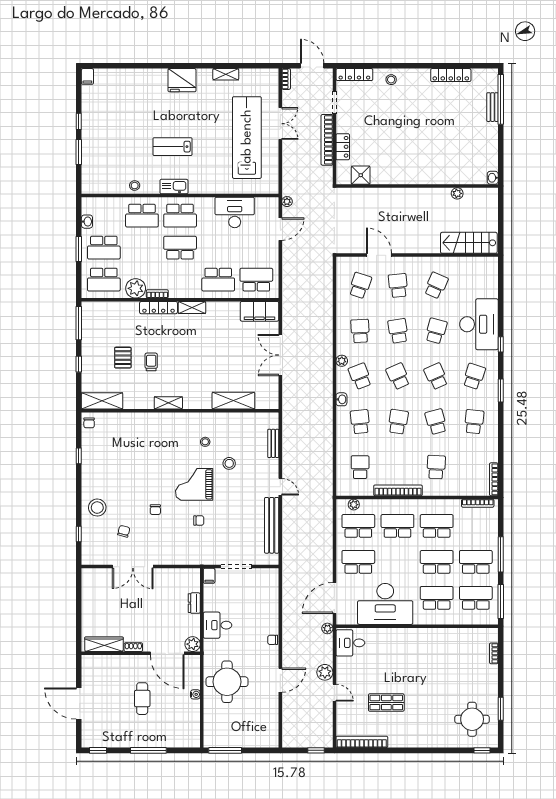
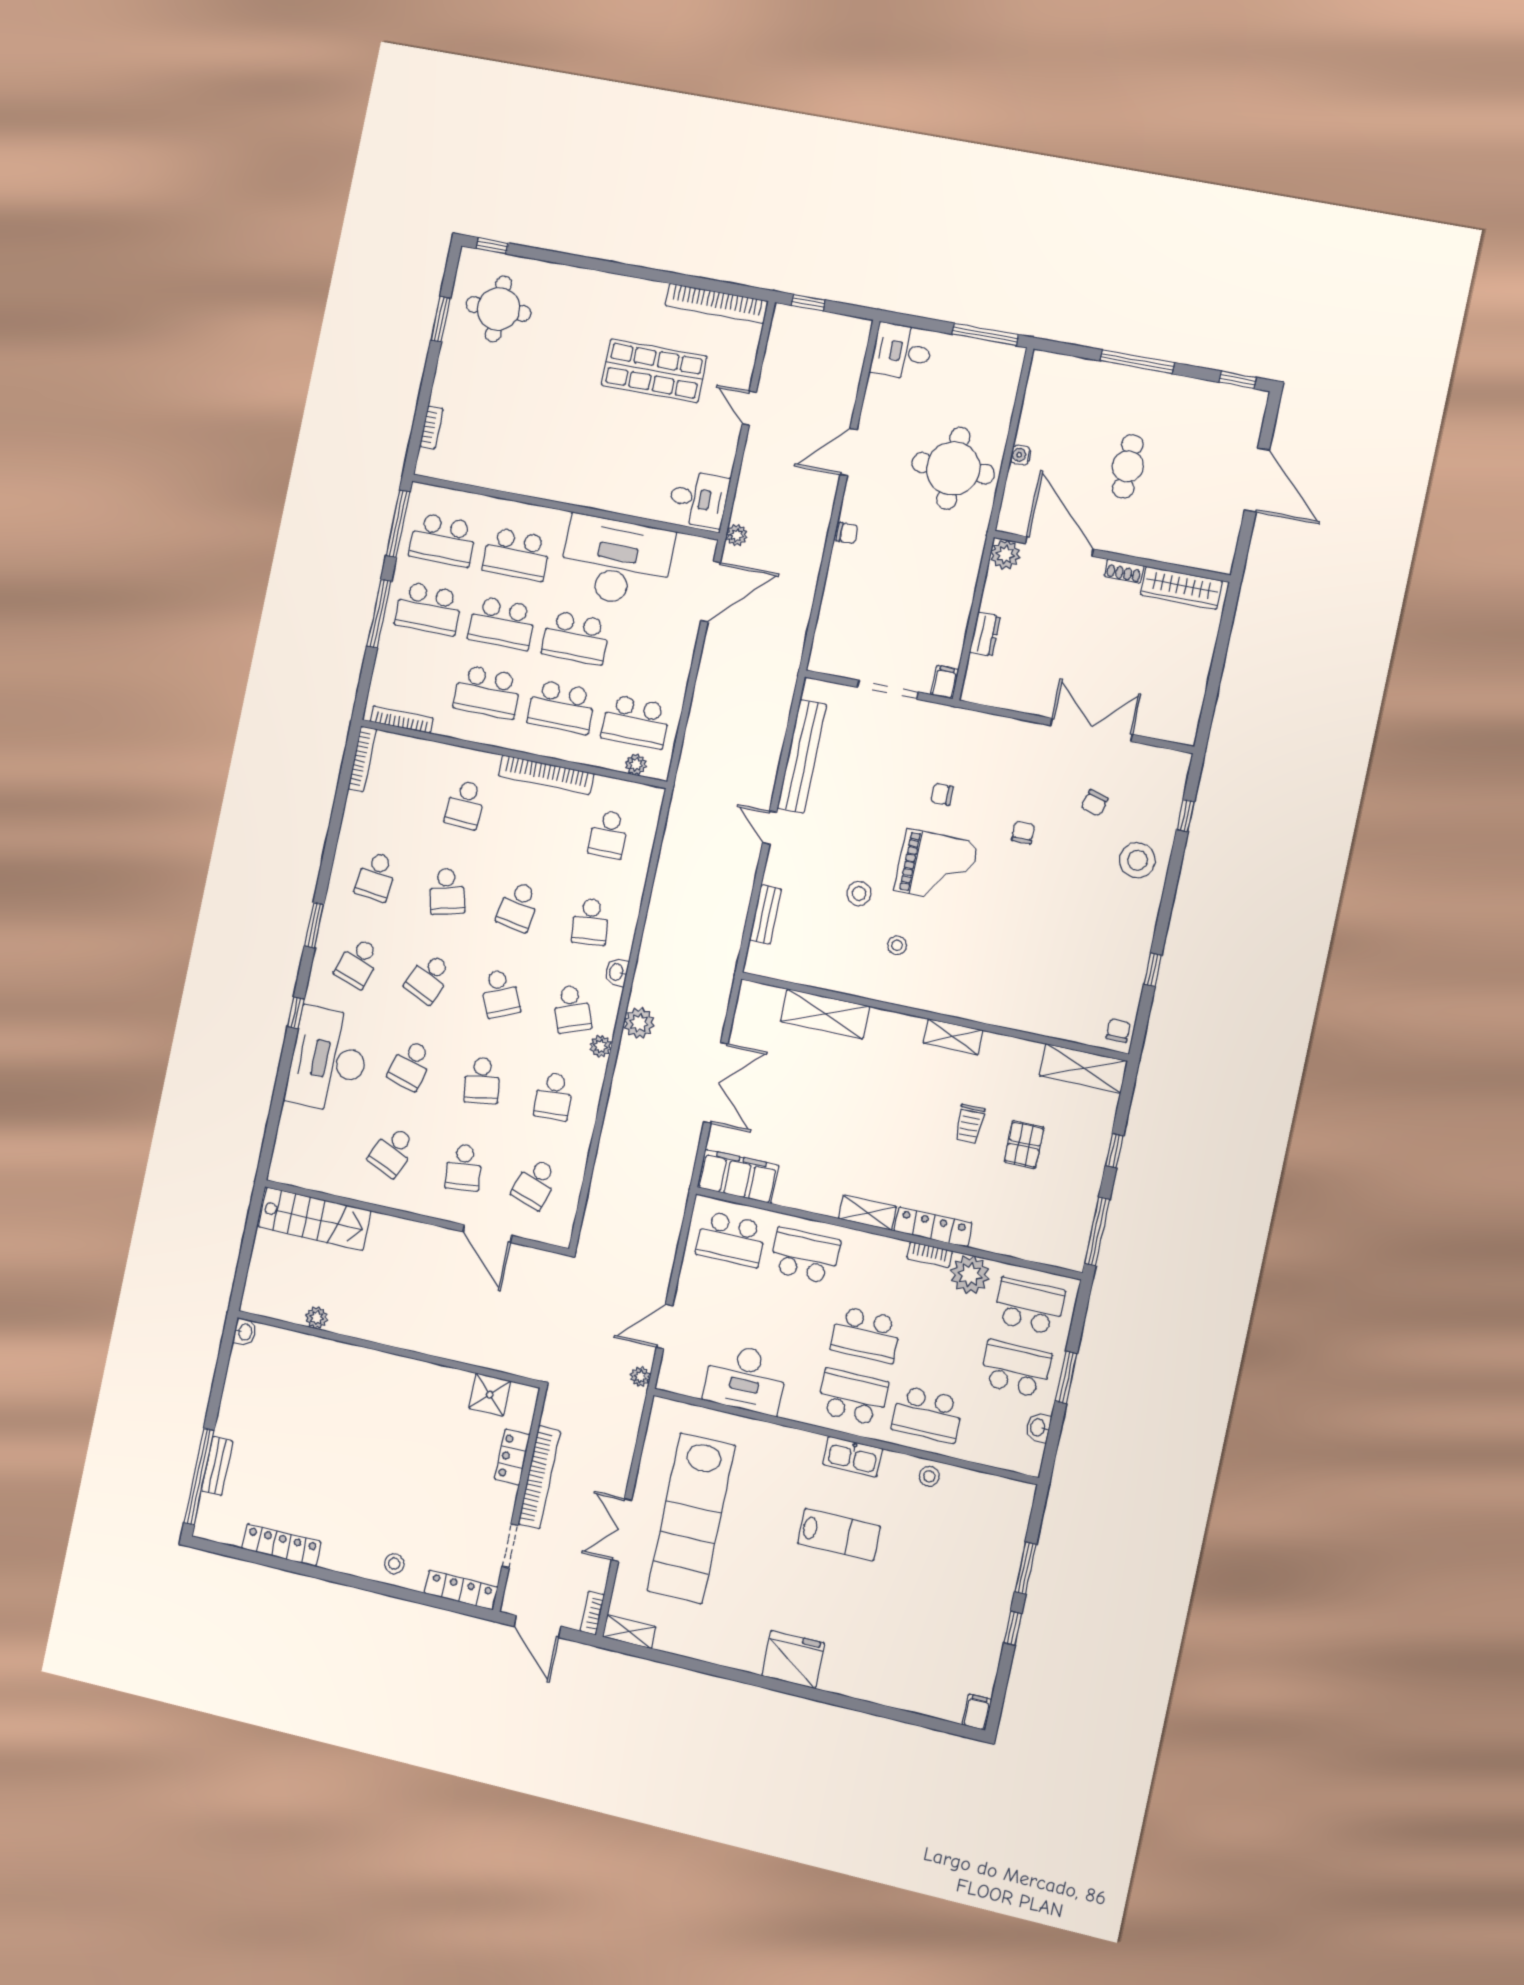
shelving: (226, 74) -> (629, 1632), moved
school desk: (142, 216) -> (927, 1414), turned 180
school desk: (436, 376) -> (429, 978), turned 48
school desk: (358, 562) -> (576, 638), moved
desk: (218, 625) -> (902, 352), moved, turned 180
plant: (325, 672) -> (639, 1023), moved
shop shelf: (386, 703) -> (654, 371), width x1.43, depth x1.36

